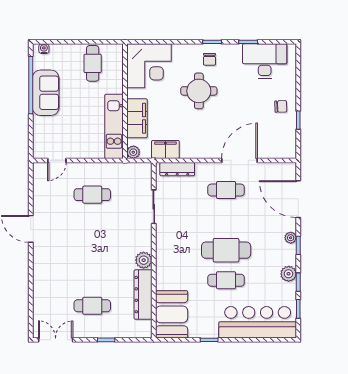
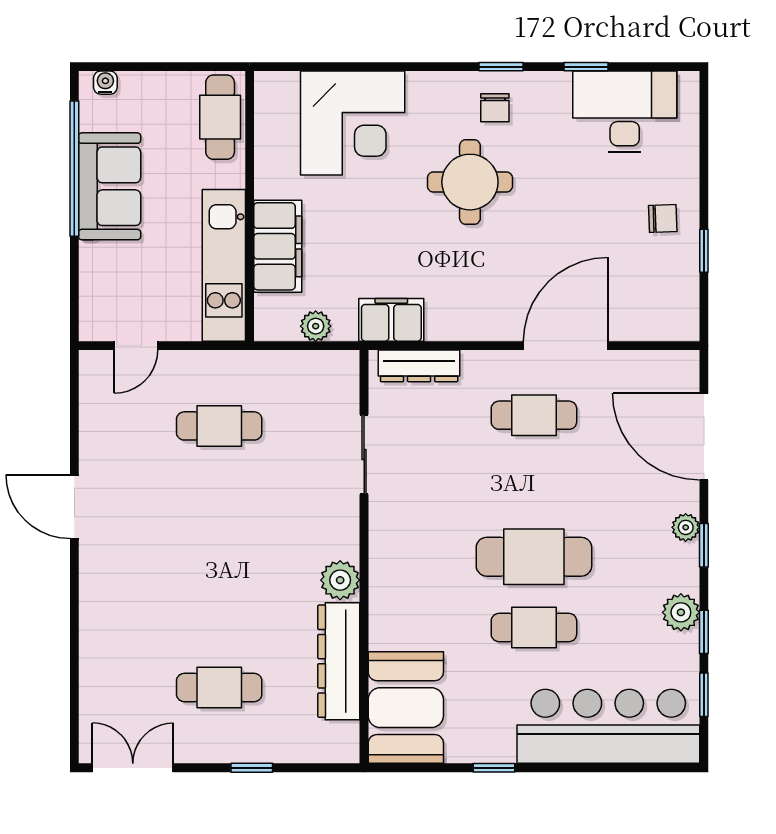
wall: (125, 101) -> (250, 206), moved
filing cabinet: (137, 118) -> (278, 246), moved
kitchen unit: (114, 126) -> (224, 265), moved

